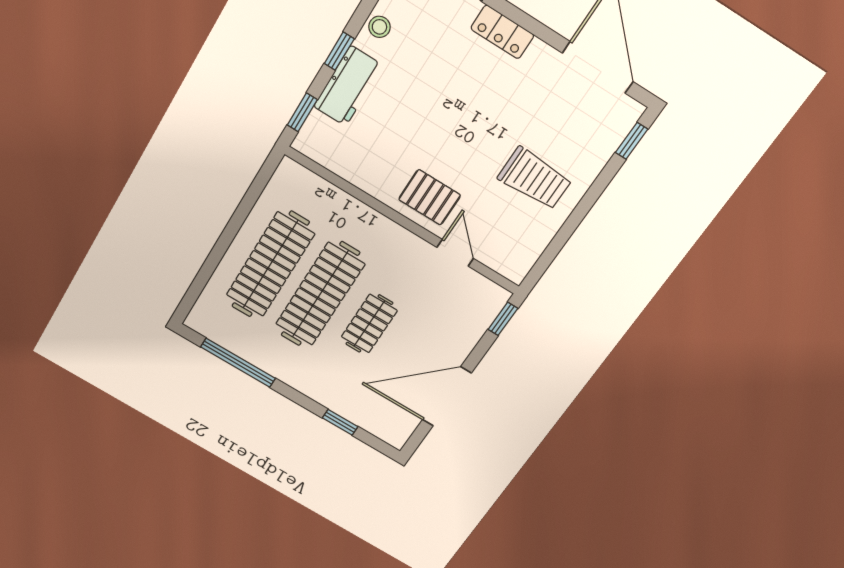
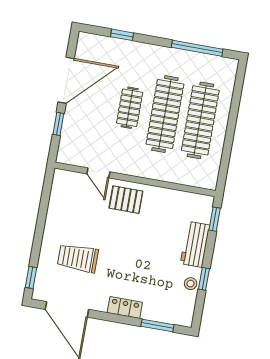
window: (339, 51) -> (204, 279), moved
trolley: (535, 179) -> (78, 258), moved
window: (503, 319) -> (58, 124), moved

